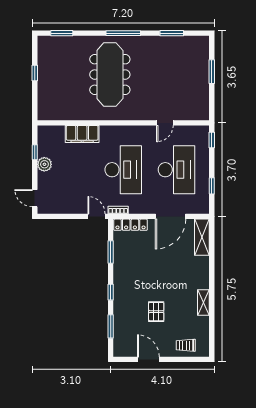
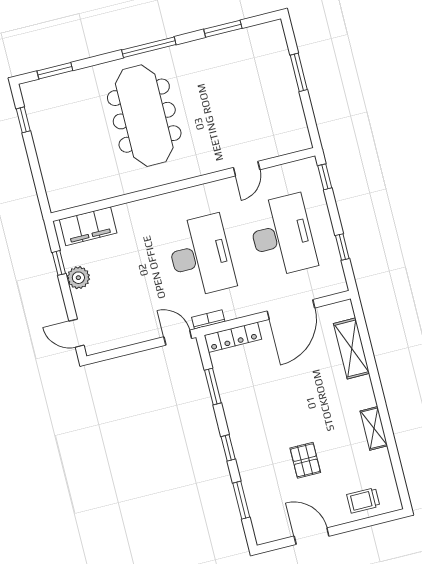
window: (35, 73) -> (23, 120), moved
filing cabinet: (82, 134) -> (88, 226), moved
shelving: (202, 237) -> (352, 348), moved

